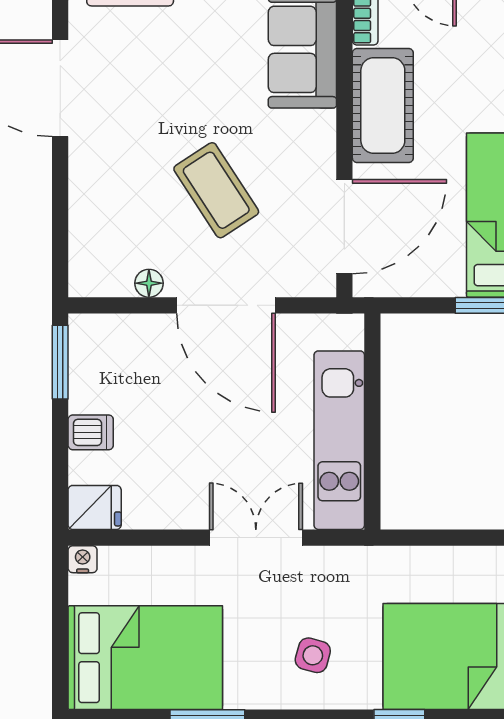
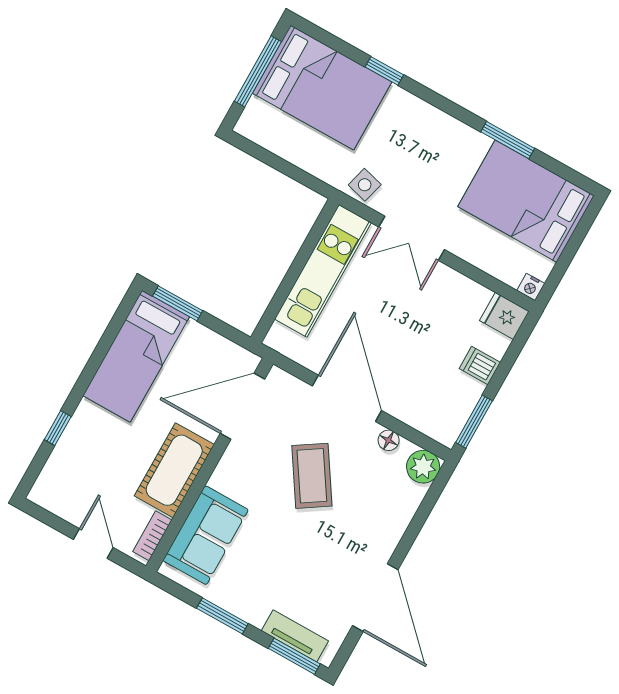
plant: (91, 275) -> (423, 467), added
side table: (313, 655) -> (365, 185), moved

